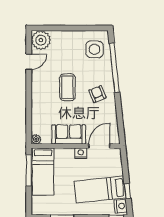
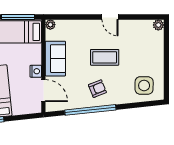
plant: (41, 40) -> (158, 25), width x0.53, depth x0.53
door: (29, 62) -> (110, 17), moved
window: (114, 68) -> (90, 110), moved

